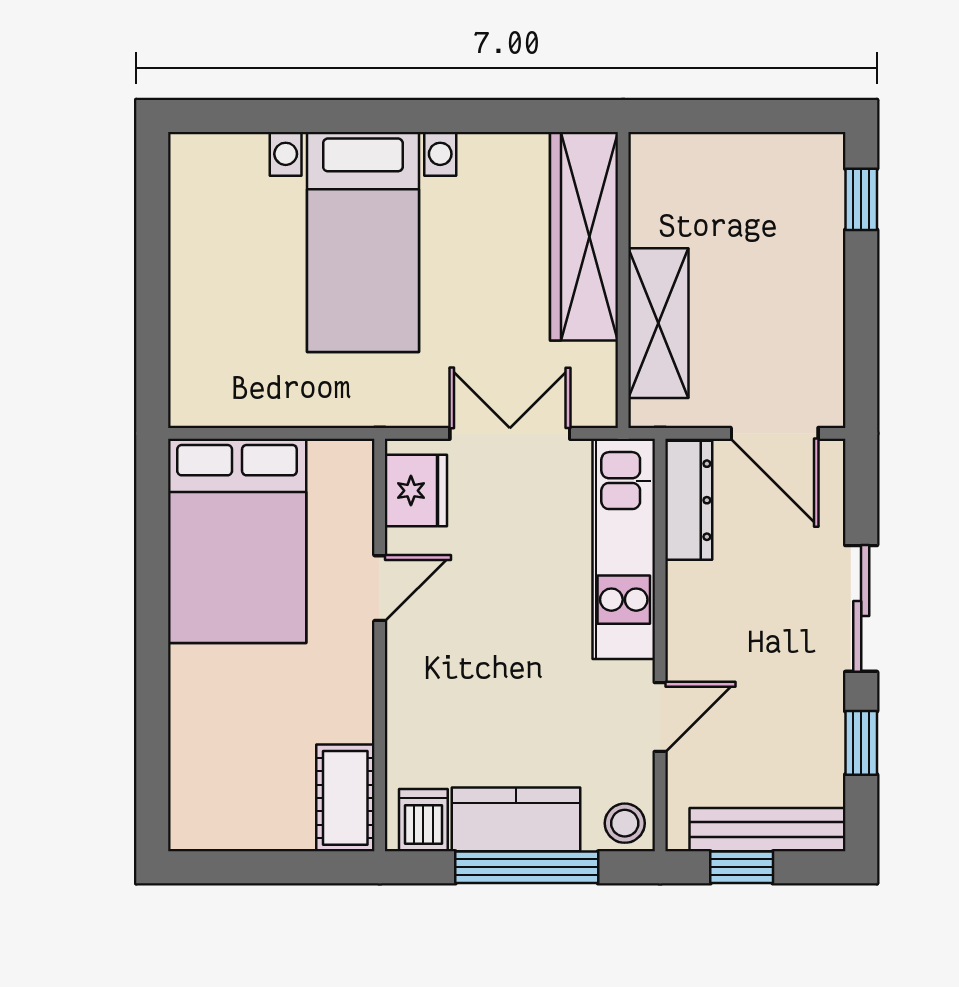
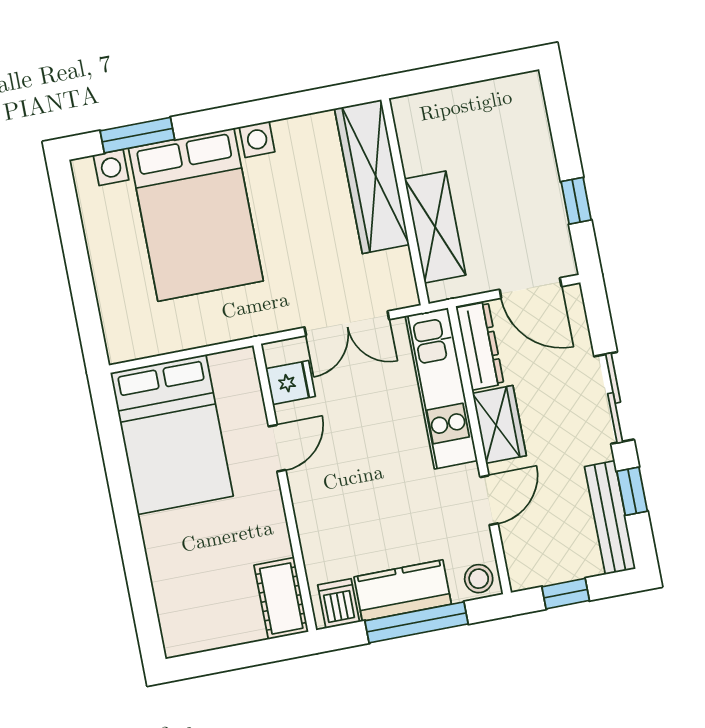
window: (269, 116) -> (137, 135), added
window: (861, 199) -> (576, 201), moved
bed with nightstands: (363, 242) -> (196, 215), width x1.36
double door: (510, 433) -> (347, 323), swing flipped
fridge: (416, 491) -> (291, 383), width x0.72
wardrobe: (695, 615) -> (499, 424), added
bench: (768, 830) -> (610, 518), moved, turned 90

